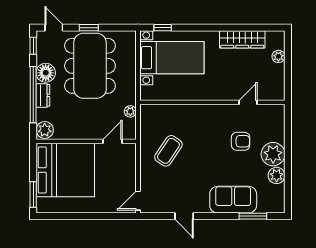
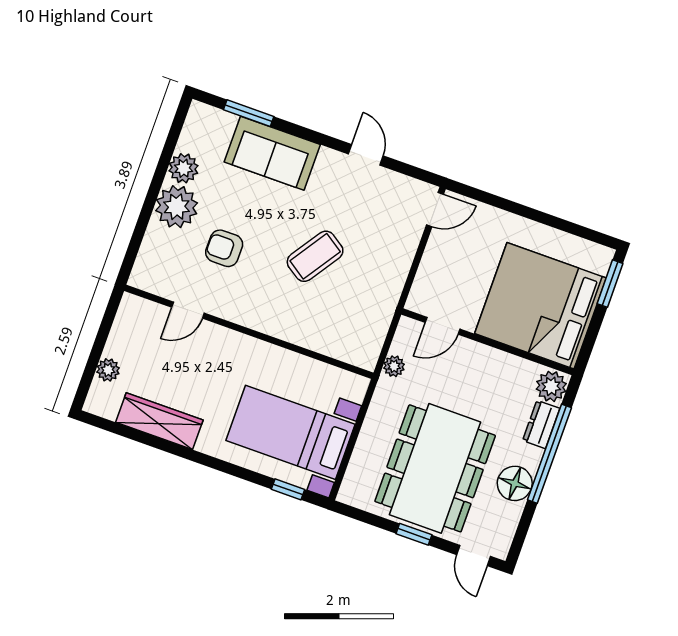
window: (33, 46) -> (520, 537), removed
dresser: (43, 95) -> (541, 424), moved
coffee table: (168, 151) -> (315, 256), moved

